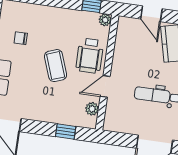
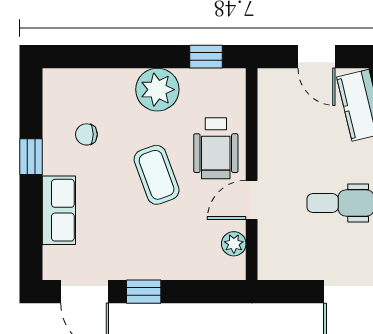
plant: (105, 20) -> (157, 90), moved, width x1.88, depth x1.88
window: (66, 132) -> (144, 292), moved

